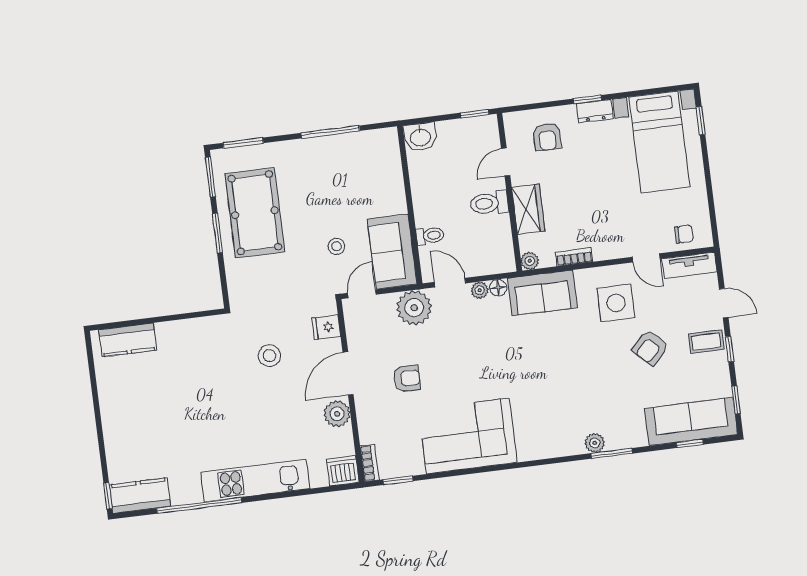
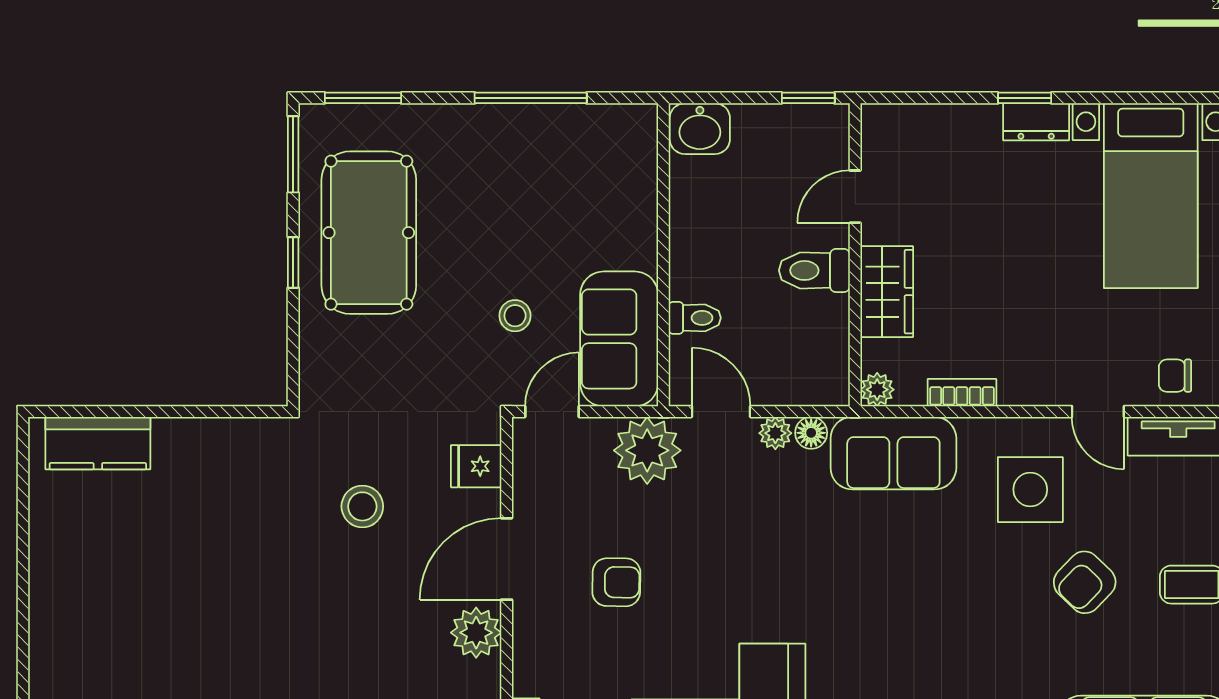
armchair: (547, 137) -> (940, 159), removed
window: (217, 233) -> (293, 262), width x0.67
chair: (684, 234) -> (1175, 376), turned 180

